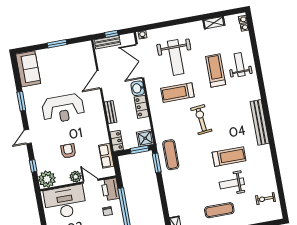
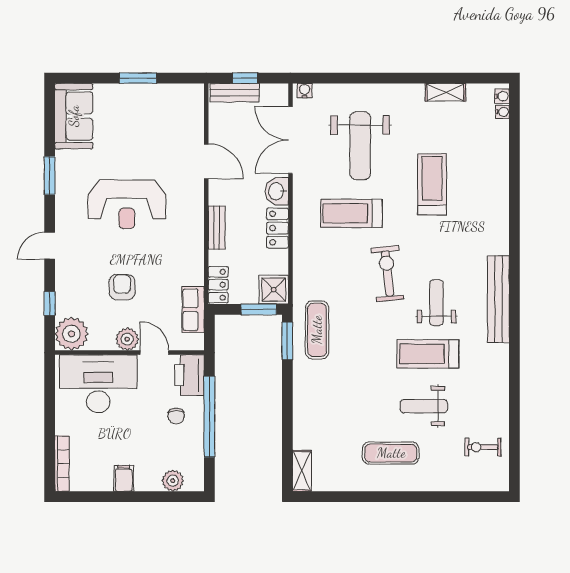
weight bench: (240, 65) -> (436, 303), moved
door: (99, 80) -> (206, 161), swing flipped
treadmill: (229, 157) -> (428, 354), turned 180

